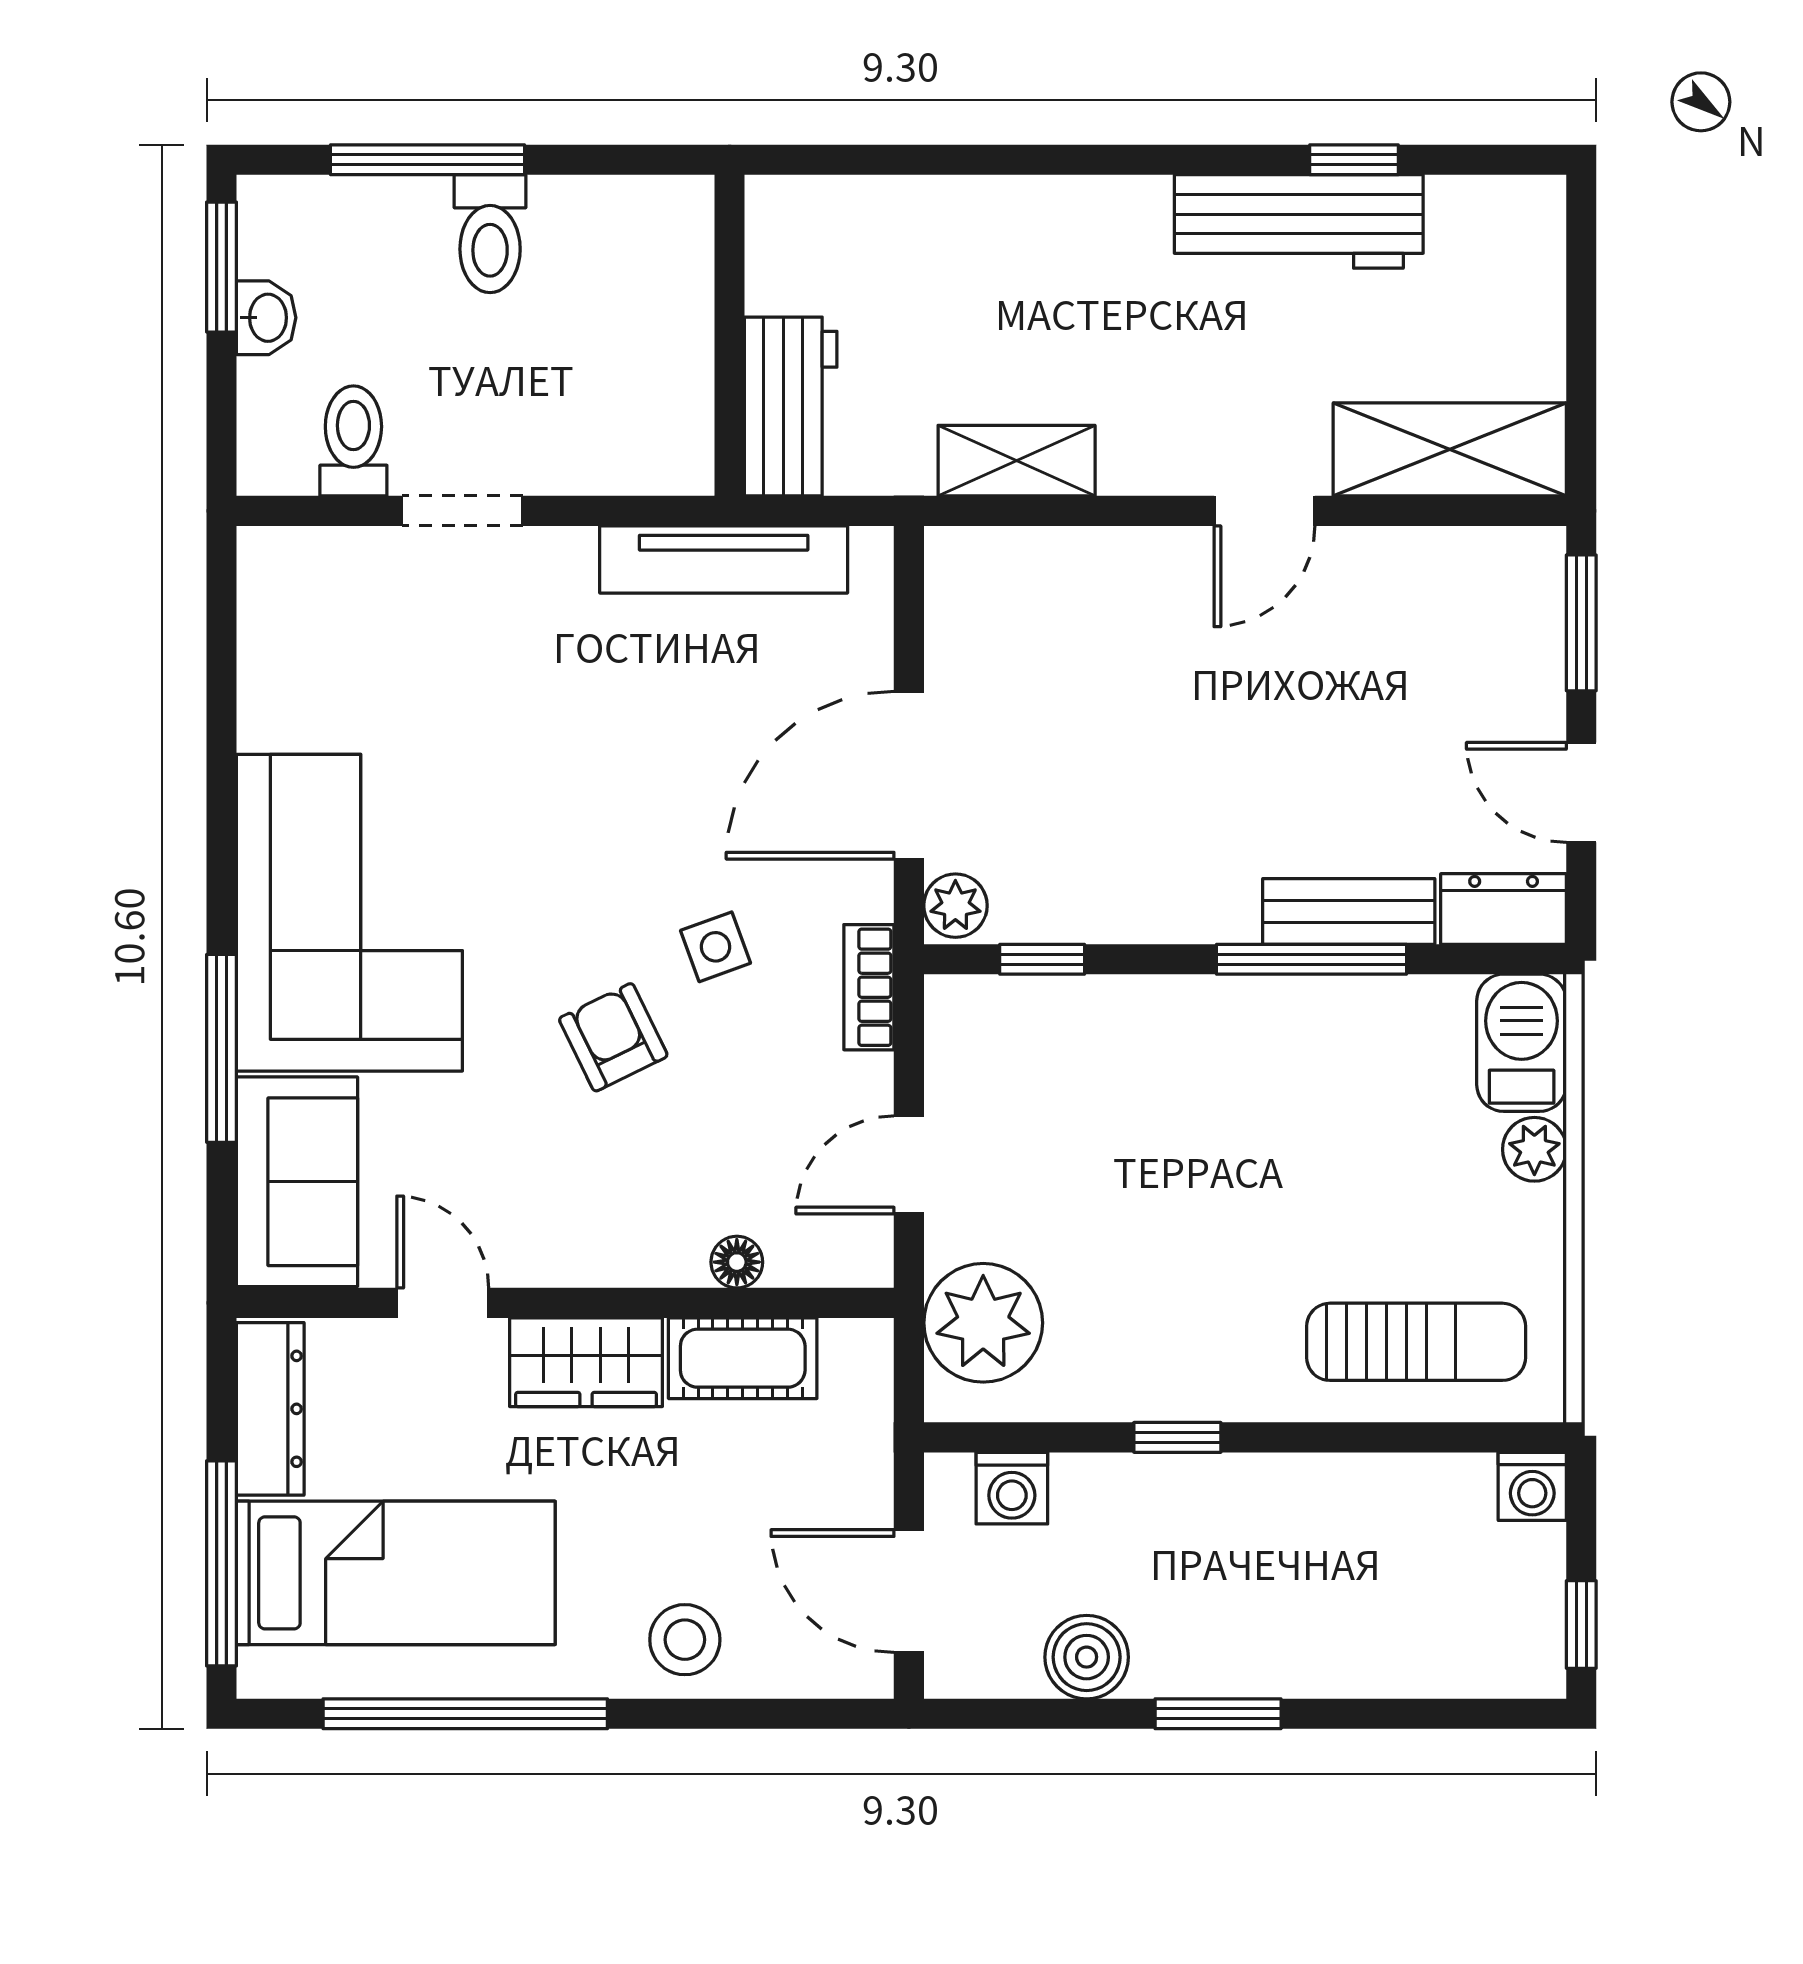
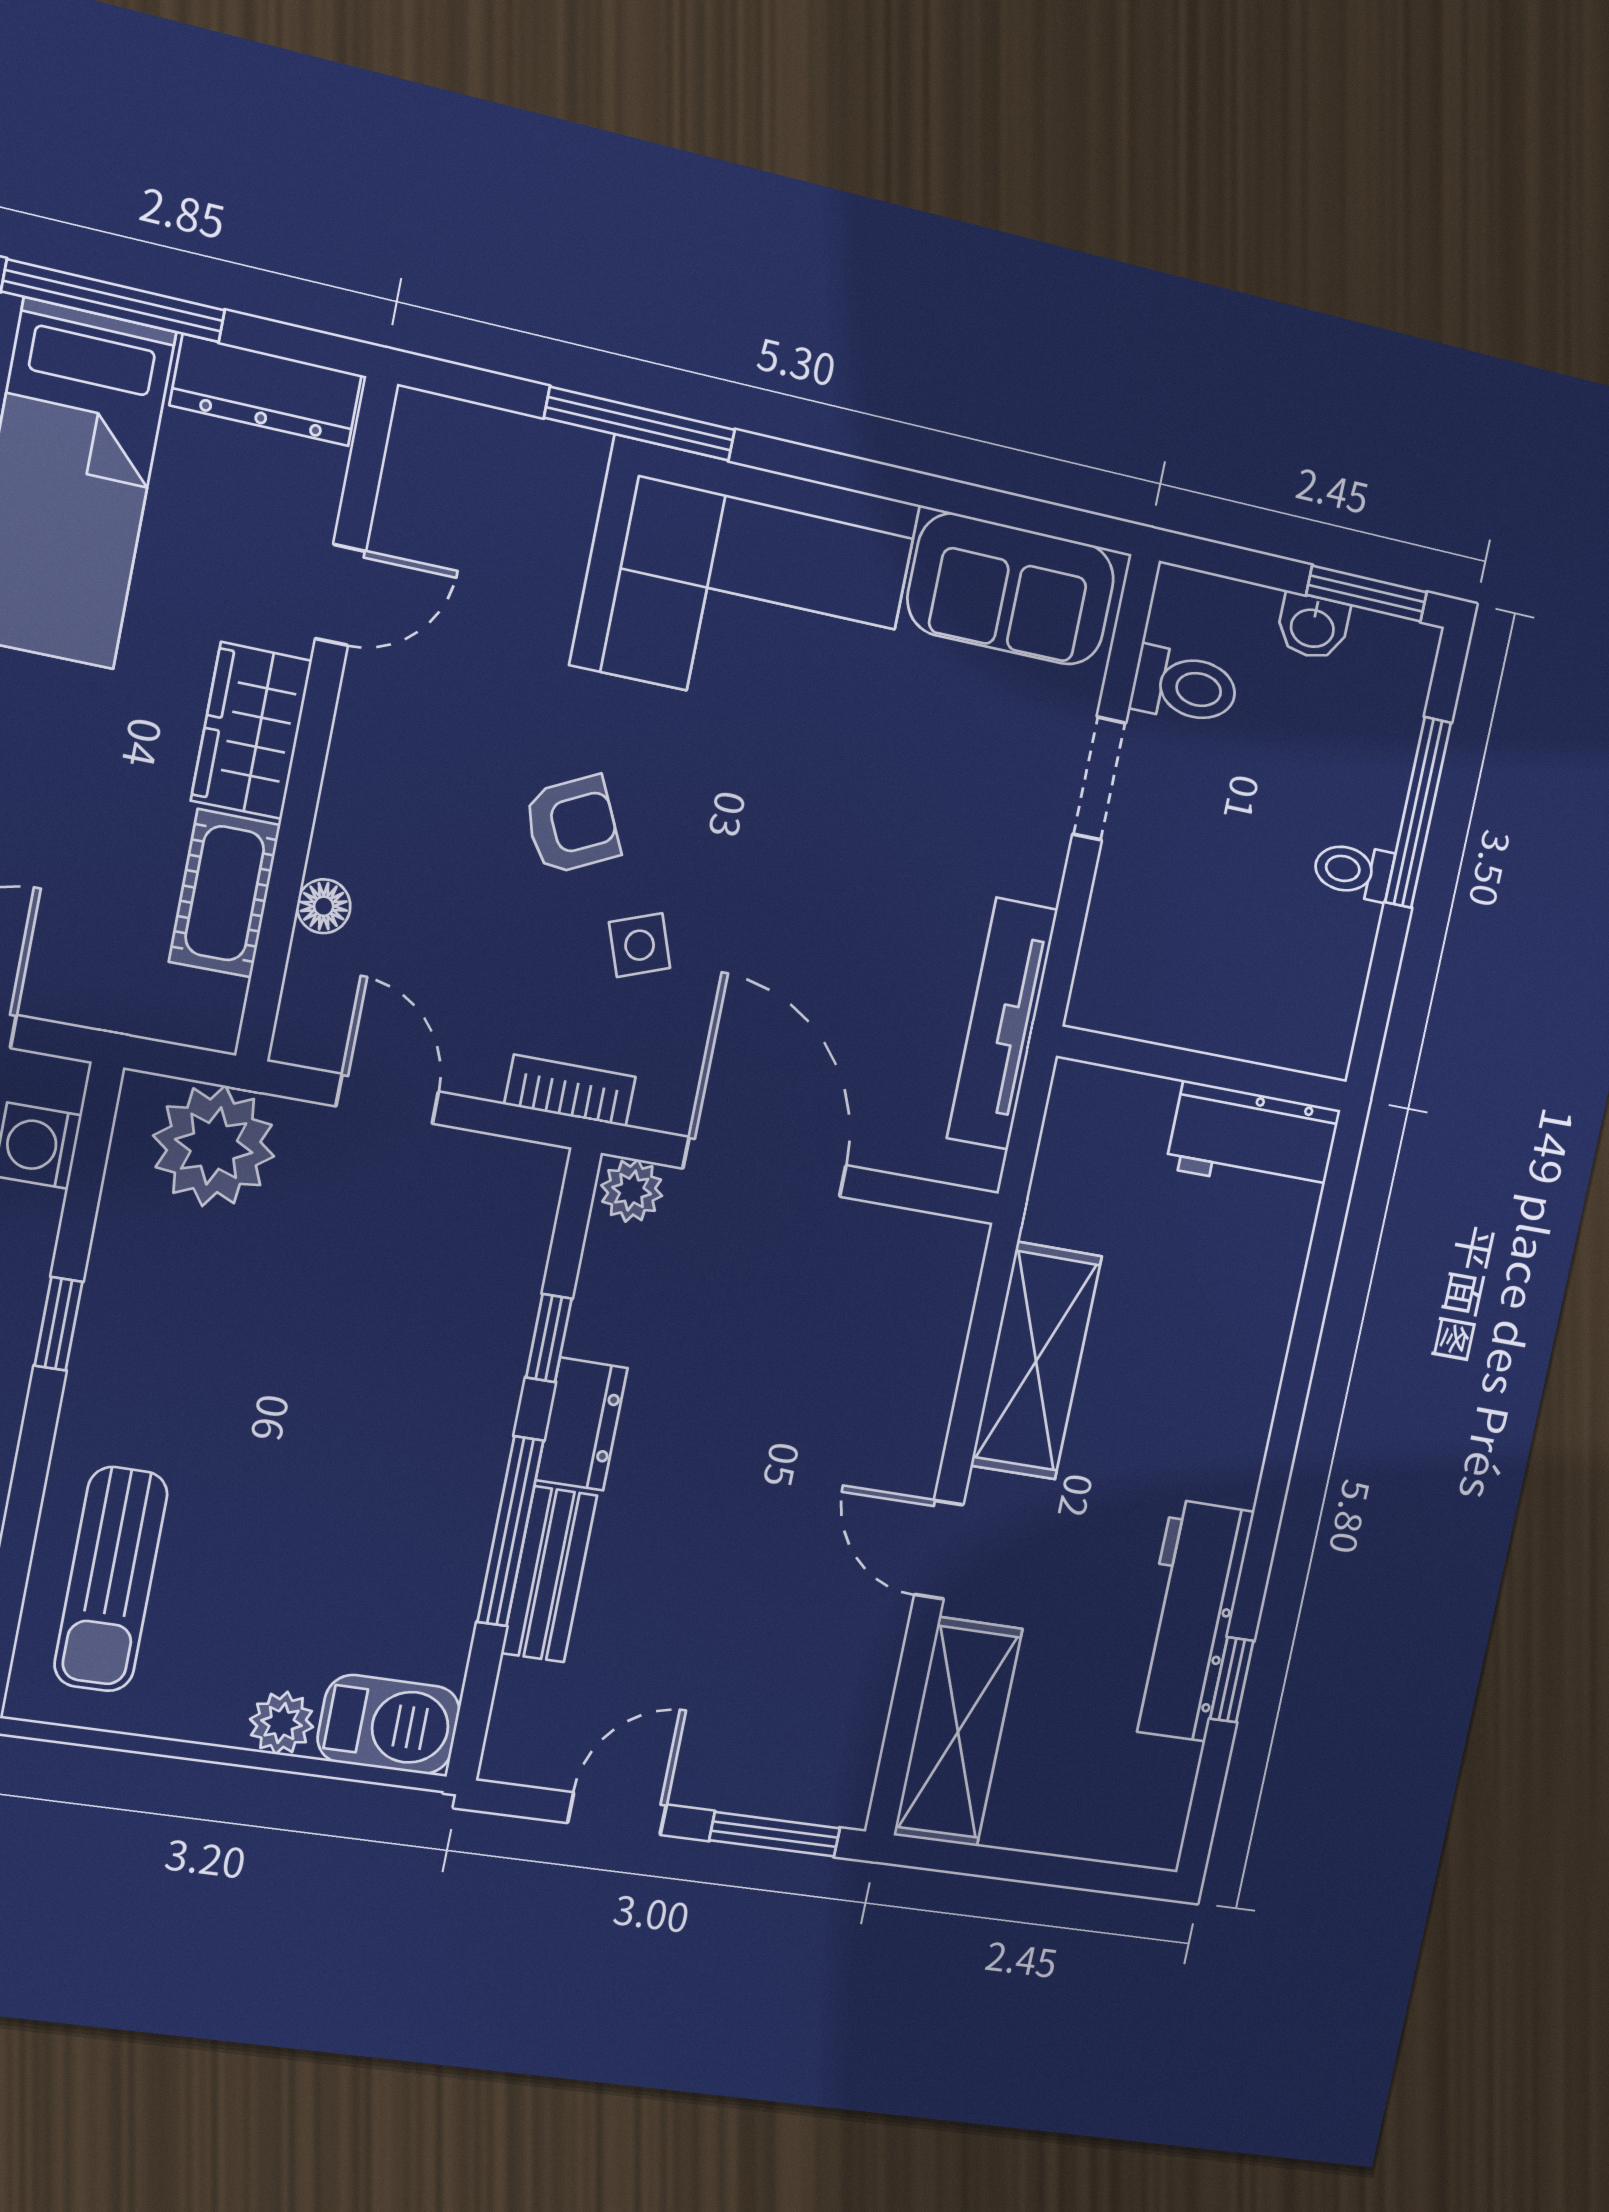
toilet: (490, 234) -> (1353, 871), width x0.73, depth x0.72
workbench: (791, 407) -> (1253, 1139), moved
shelving: (1017, 461) -> (1036, 1361), width x1.50, depth x1.33
dresser: (1504, 909) -> (582, 1424), moved
window: (1042, 959) -> (549, 1338), moved
sofa: (297, 1182) -> (1011, 589), moved

